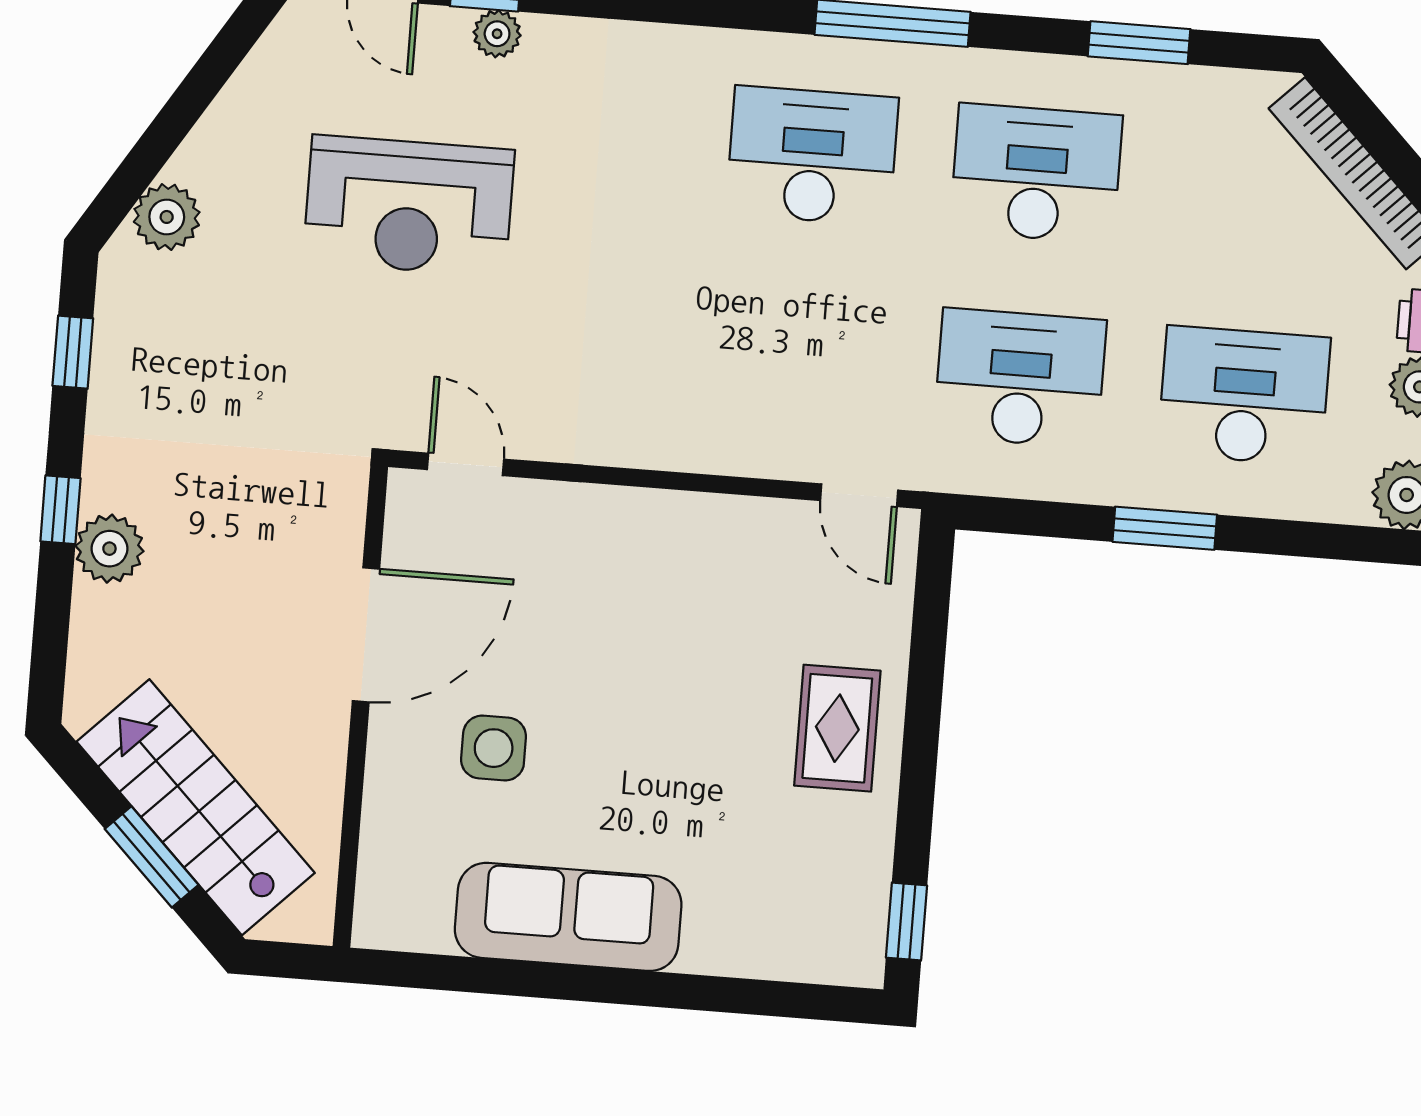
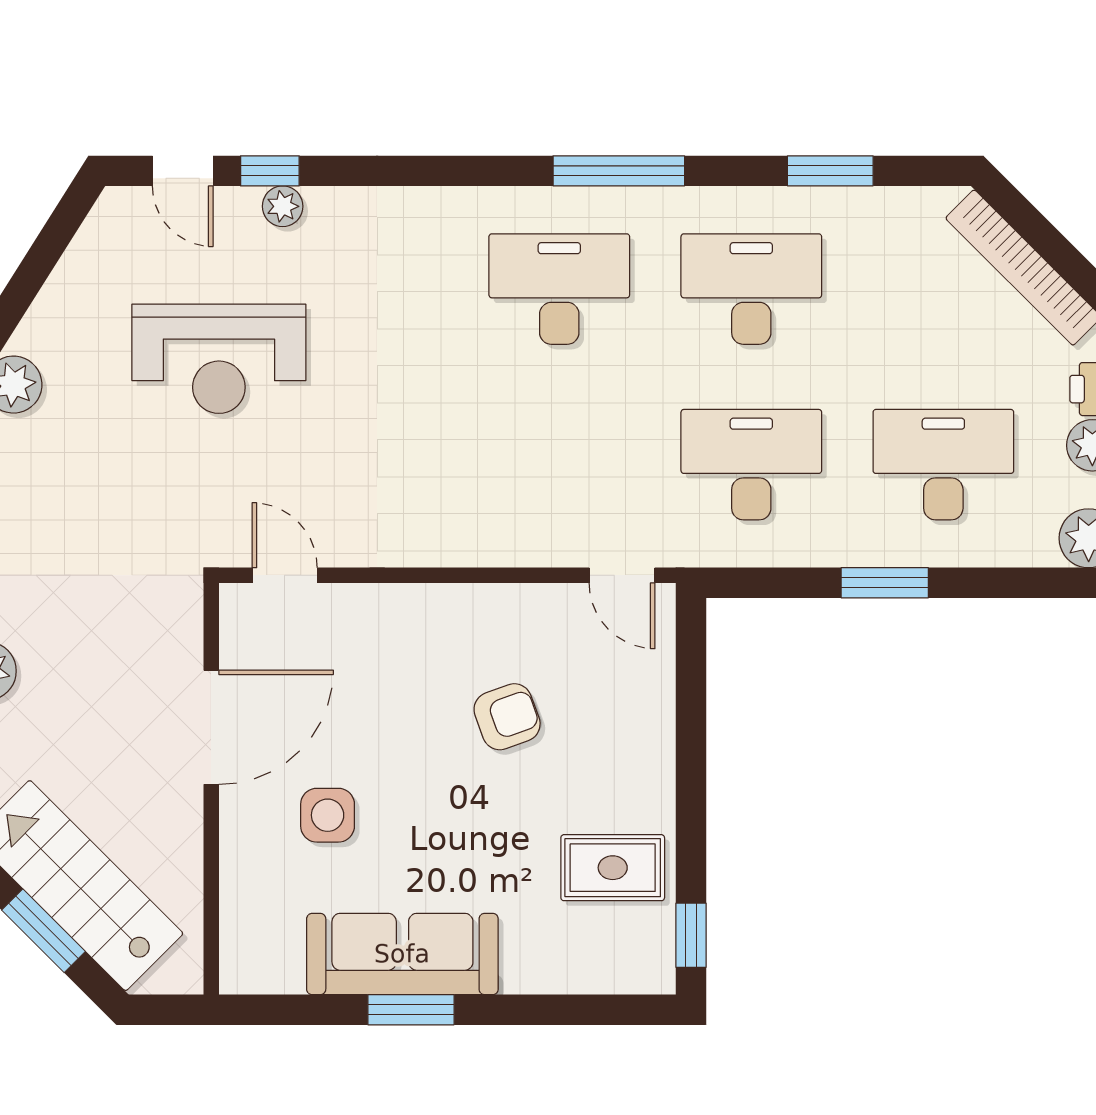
armchair: (712, 650) -> (507, 717), added
rug: (837, 728) -> (613, 868), moved, turned 90
window: (573, 983) -> (411, 1010), added

